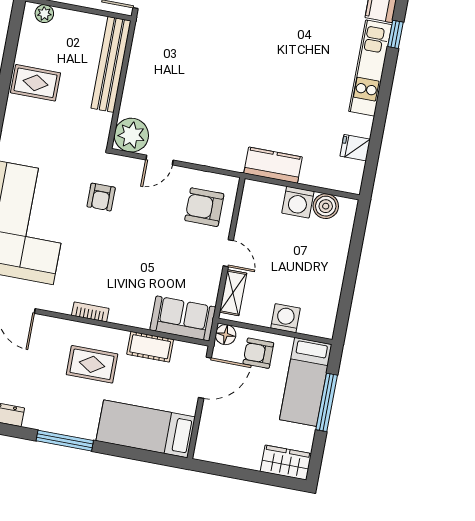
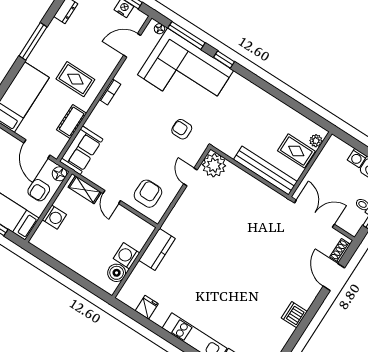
rug: (36, 83) -> (296, 151), moved, turned 90
door: (228, 253) -> (112, 197), hinge flipped
armchair: (258, 353) -> (39, 190), turned 180
rug: (92, 364) -> (75, 79), turned 90

